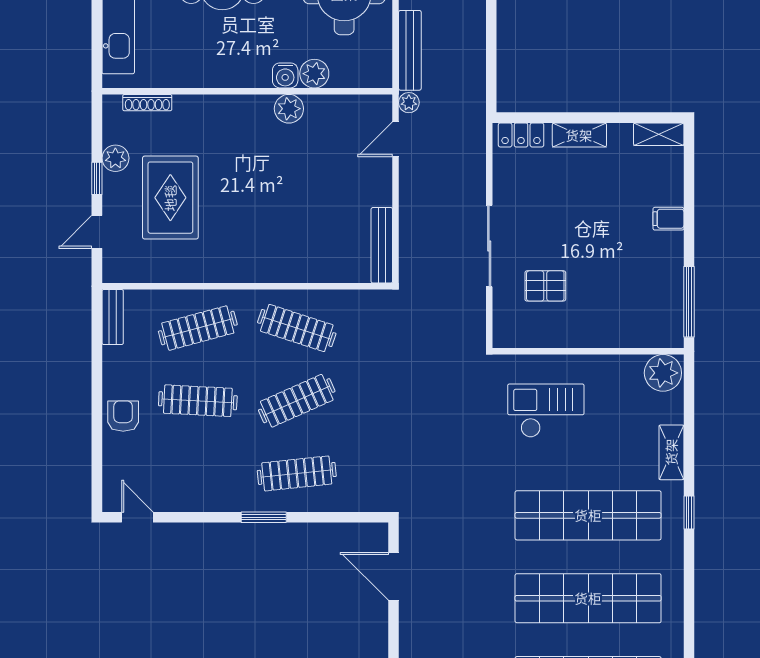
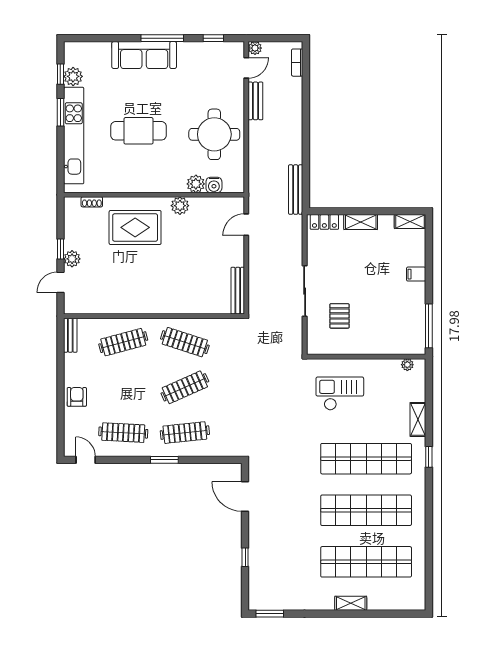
bench: (410, 50) -> (296, 190), moved
water cooler: (285, 75) -> (214, 185), moved
shoe rack: (147, 103) -> (92, 202), width x0.70
plant: (409, 103) -> (255, 202), removed
plant: (115, 158) -> (72, 259), moved
rug: (170, 198) -> (135, 227), moved, turned 90
pallet: (545, 286) -> (339, 316), turned 90
plant: (663, 373) -> (407, 365), width x0.53, depth x0.53
clothes rail: (198, 401) -> (123, 433), moved

